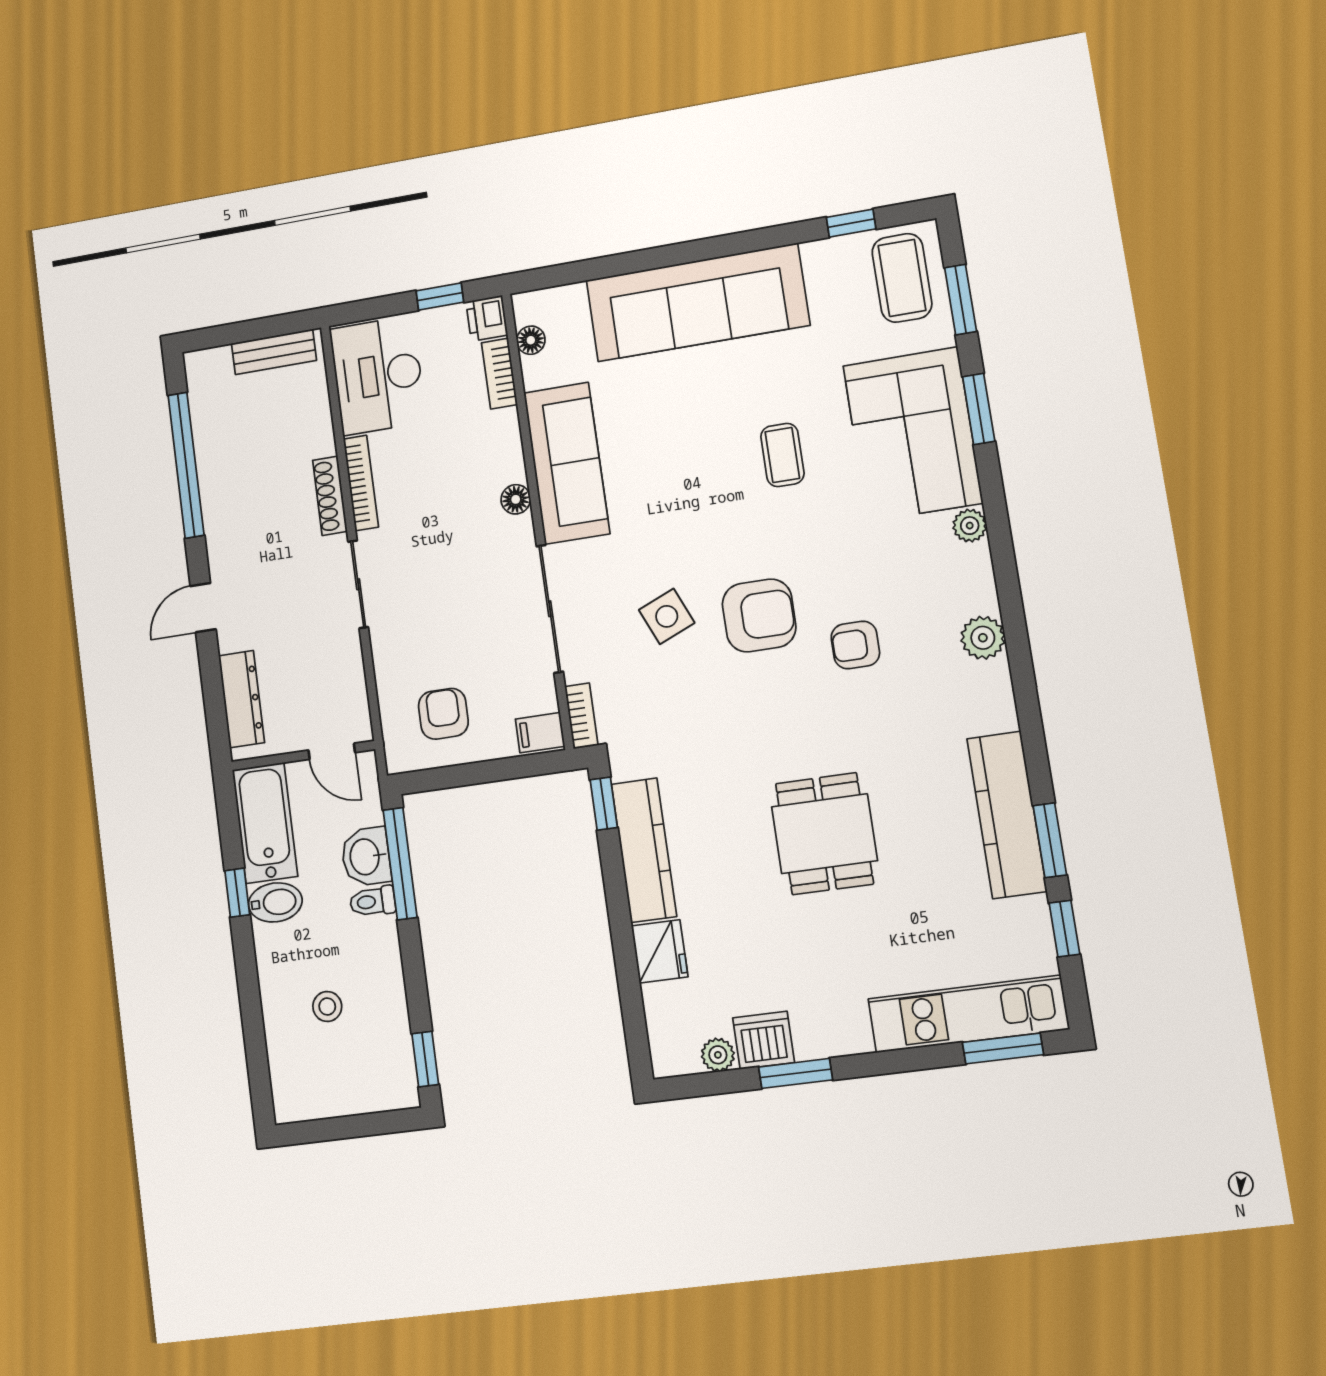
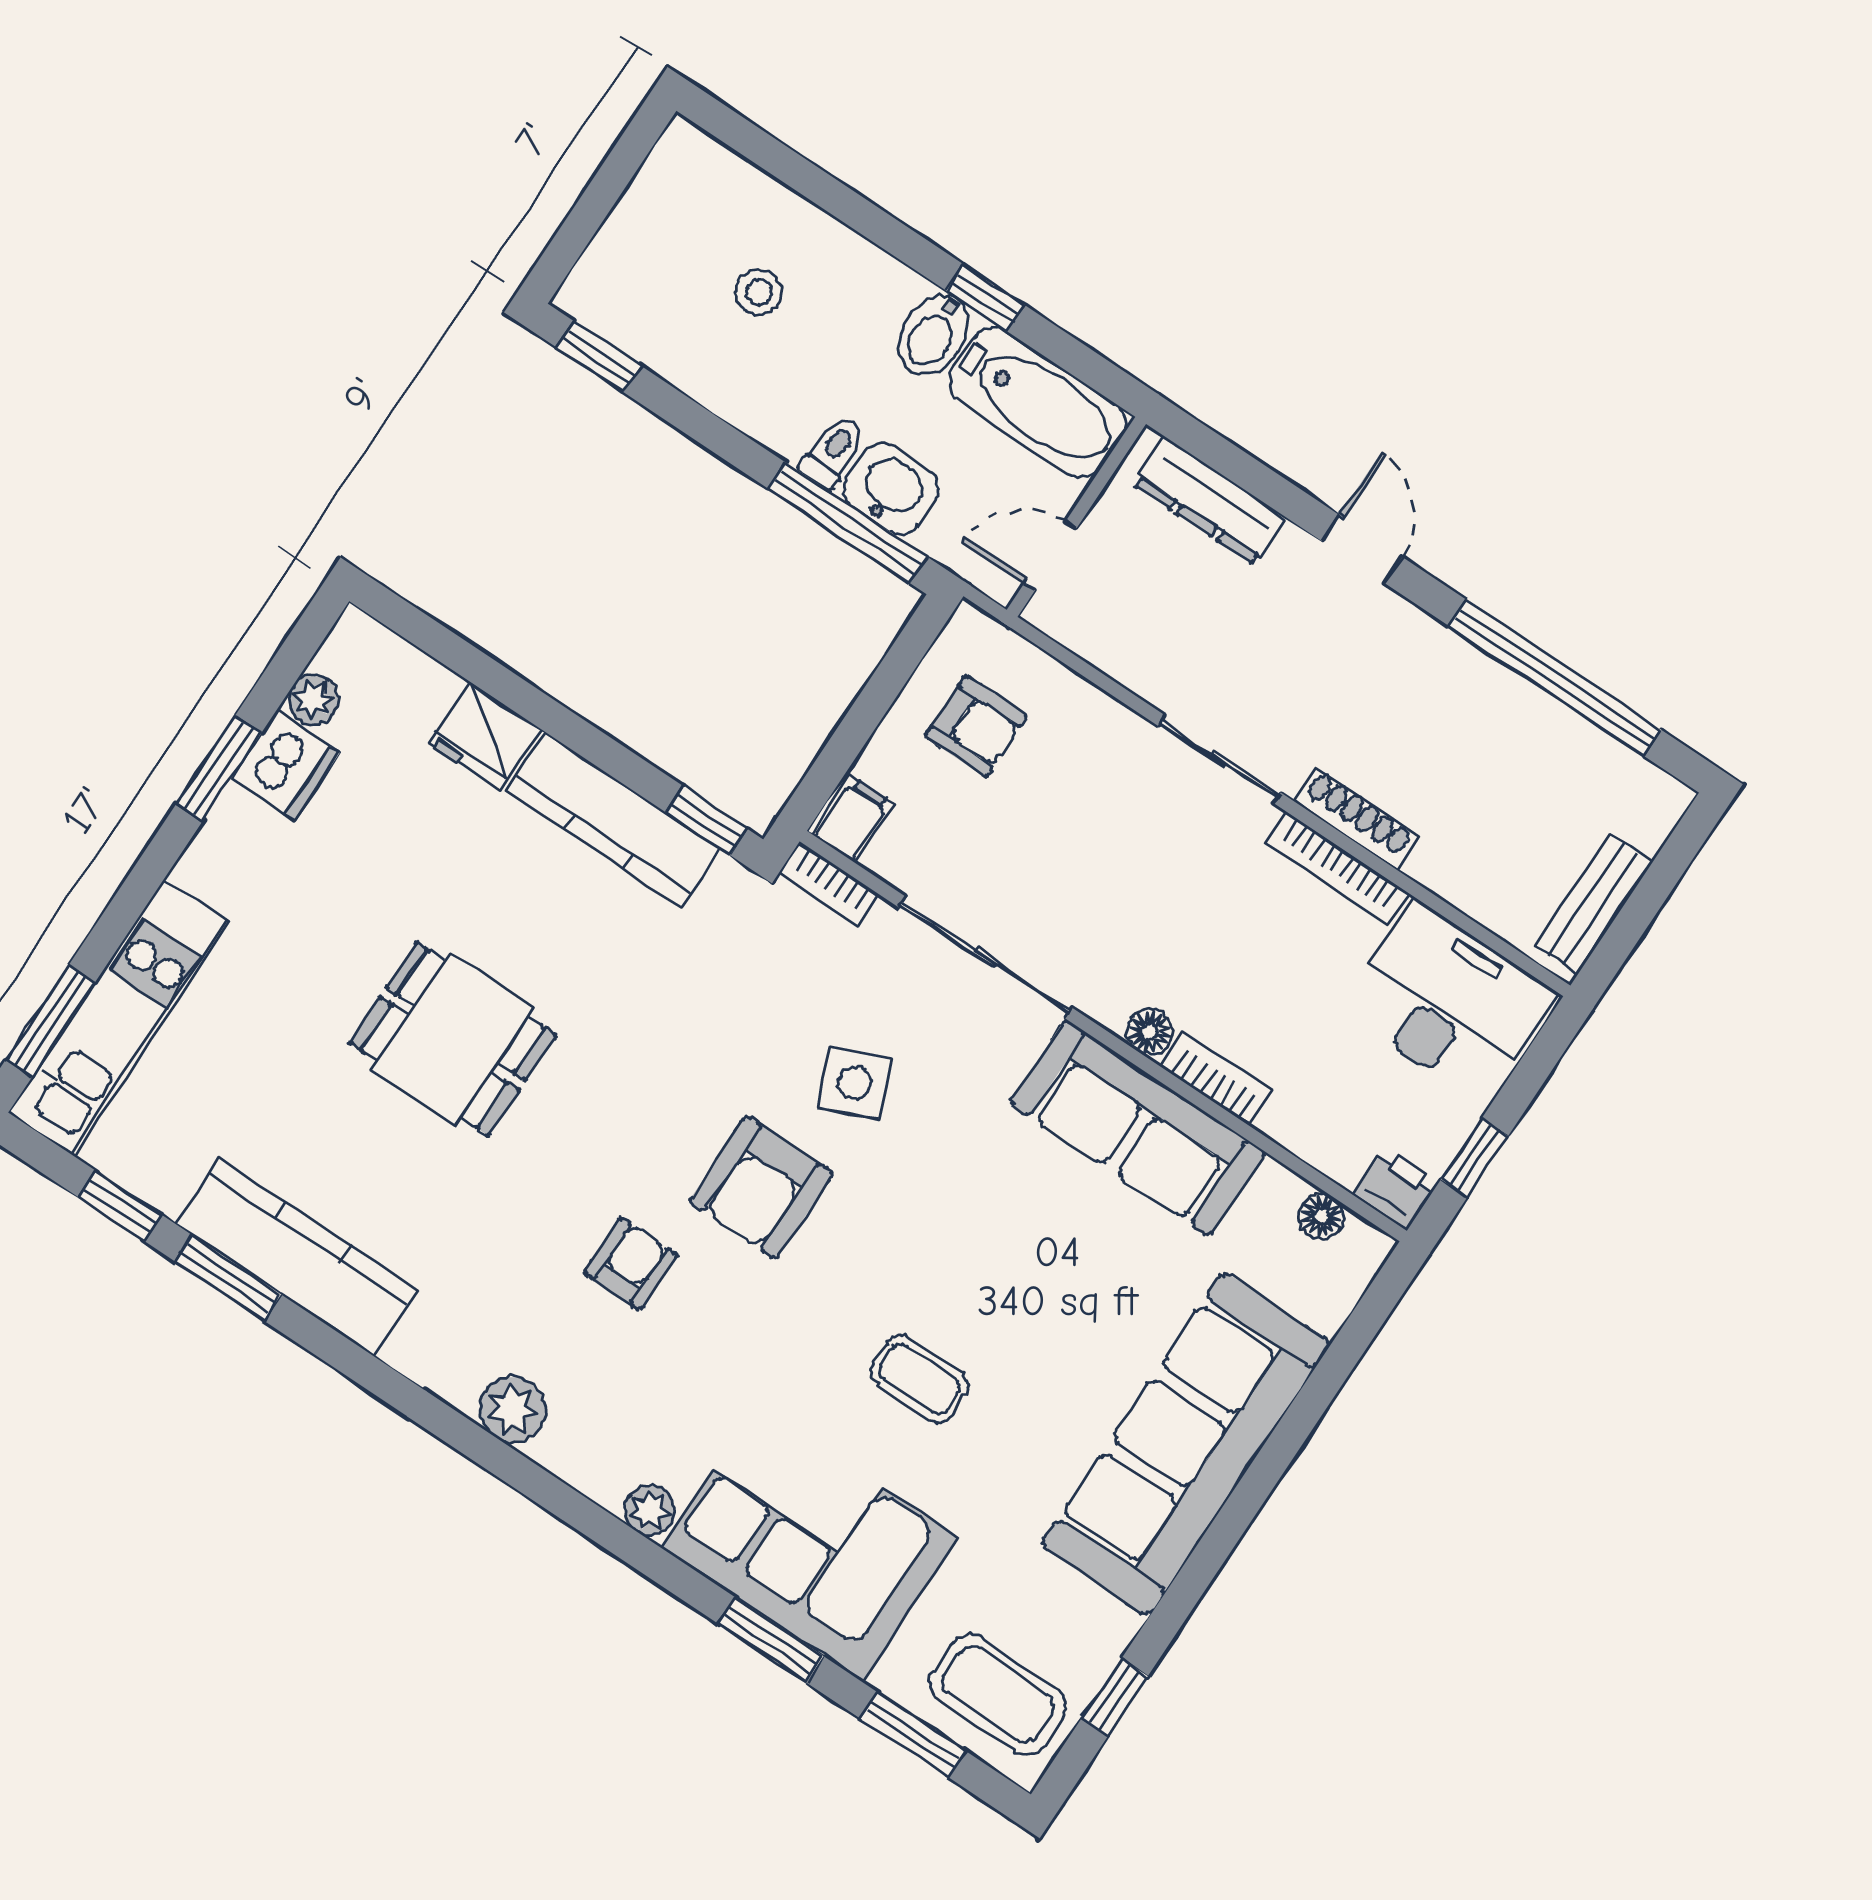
bookcase: (499, 374) -> (1217, 1078), moved

